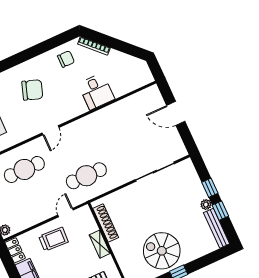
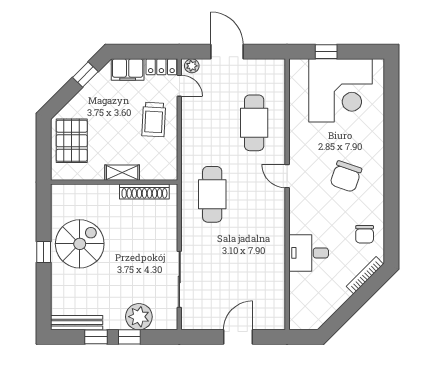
plant: (206, 205) -> (139, 317), moved, width x1.87, depth x1.87
door: (66, 213) -> (179, 86), moved

